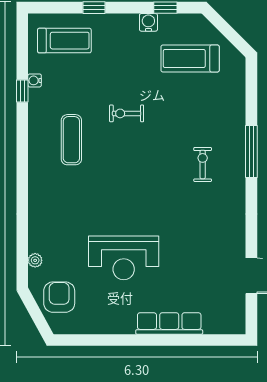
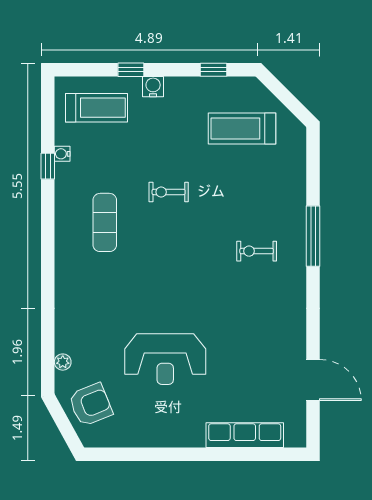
water cooler: (148, 22) -> (153, 87), moved
exercise bike: (203, 164) -> (257, 251), turned -90
armchair: (59, 297) -> (91, 405), turned 68
row of seats: (169, 323) -> (245, 435), moved

